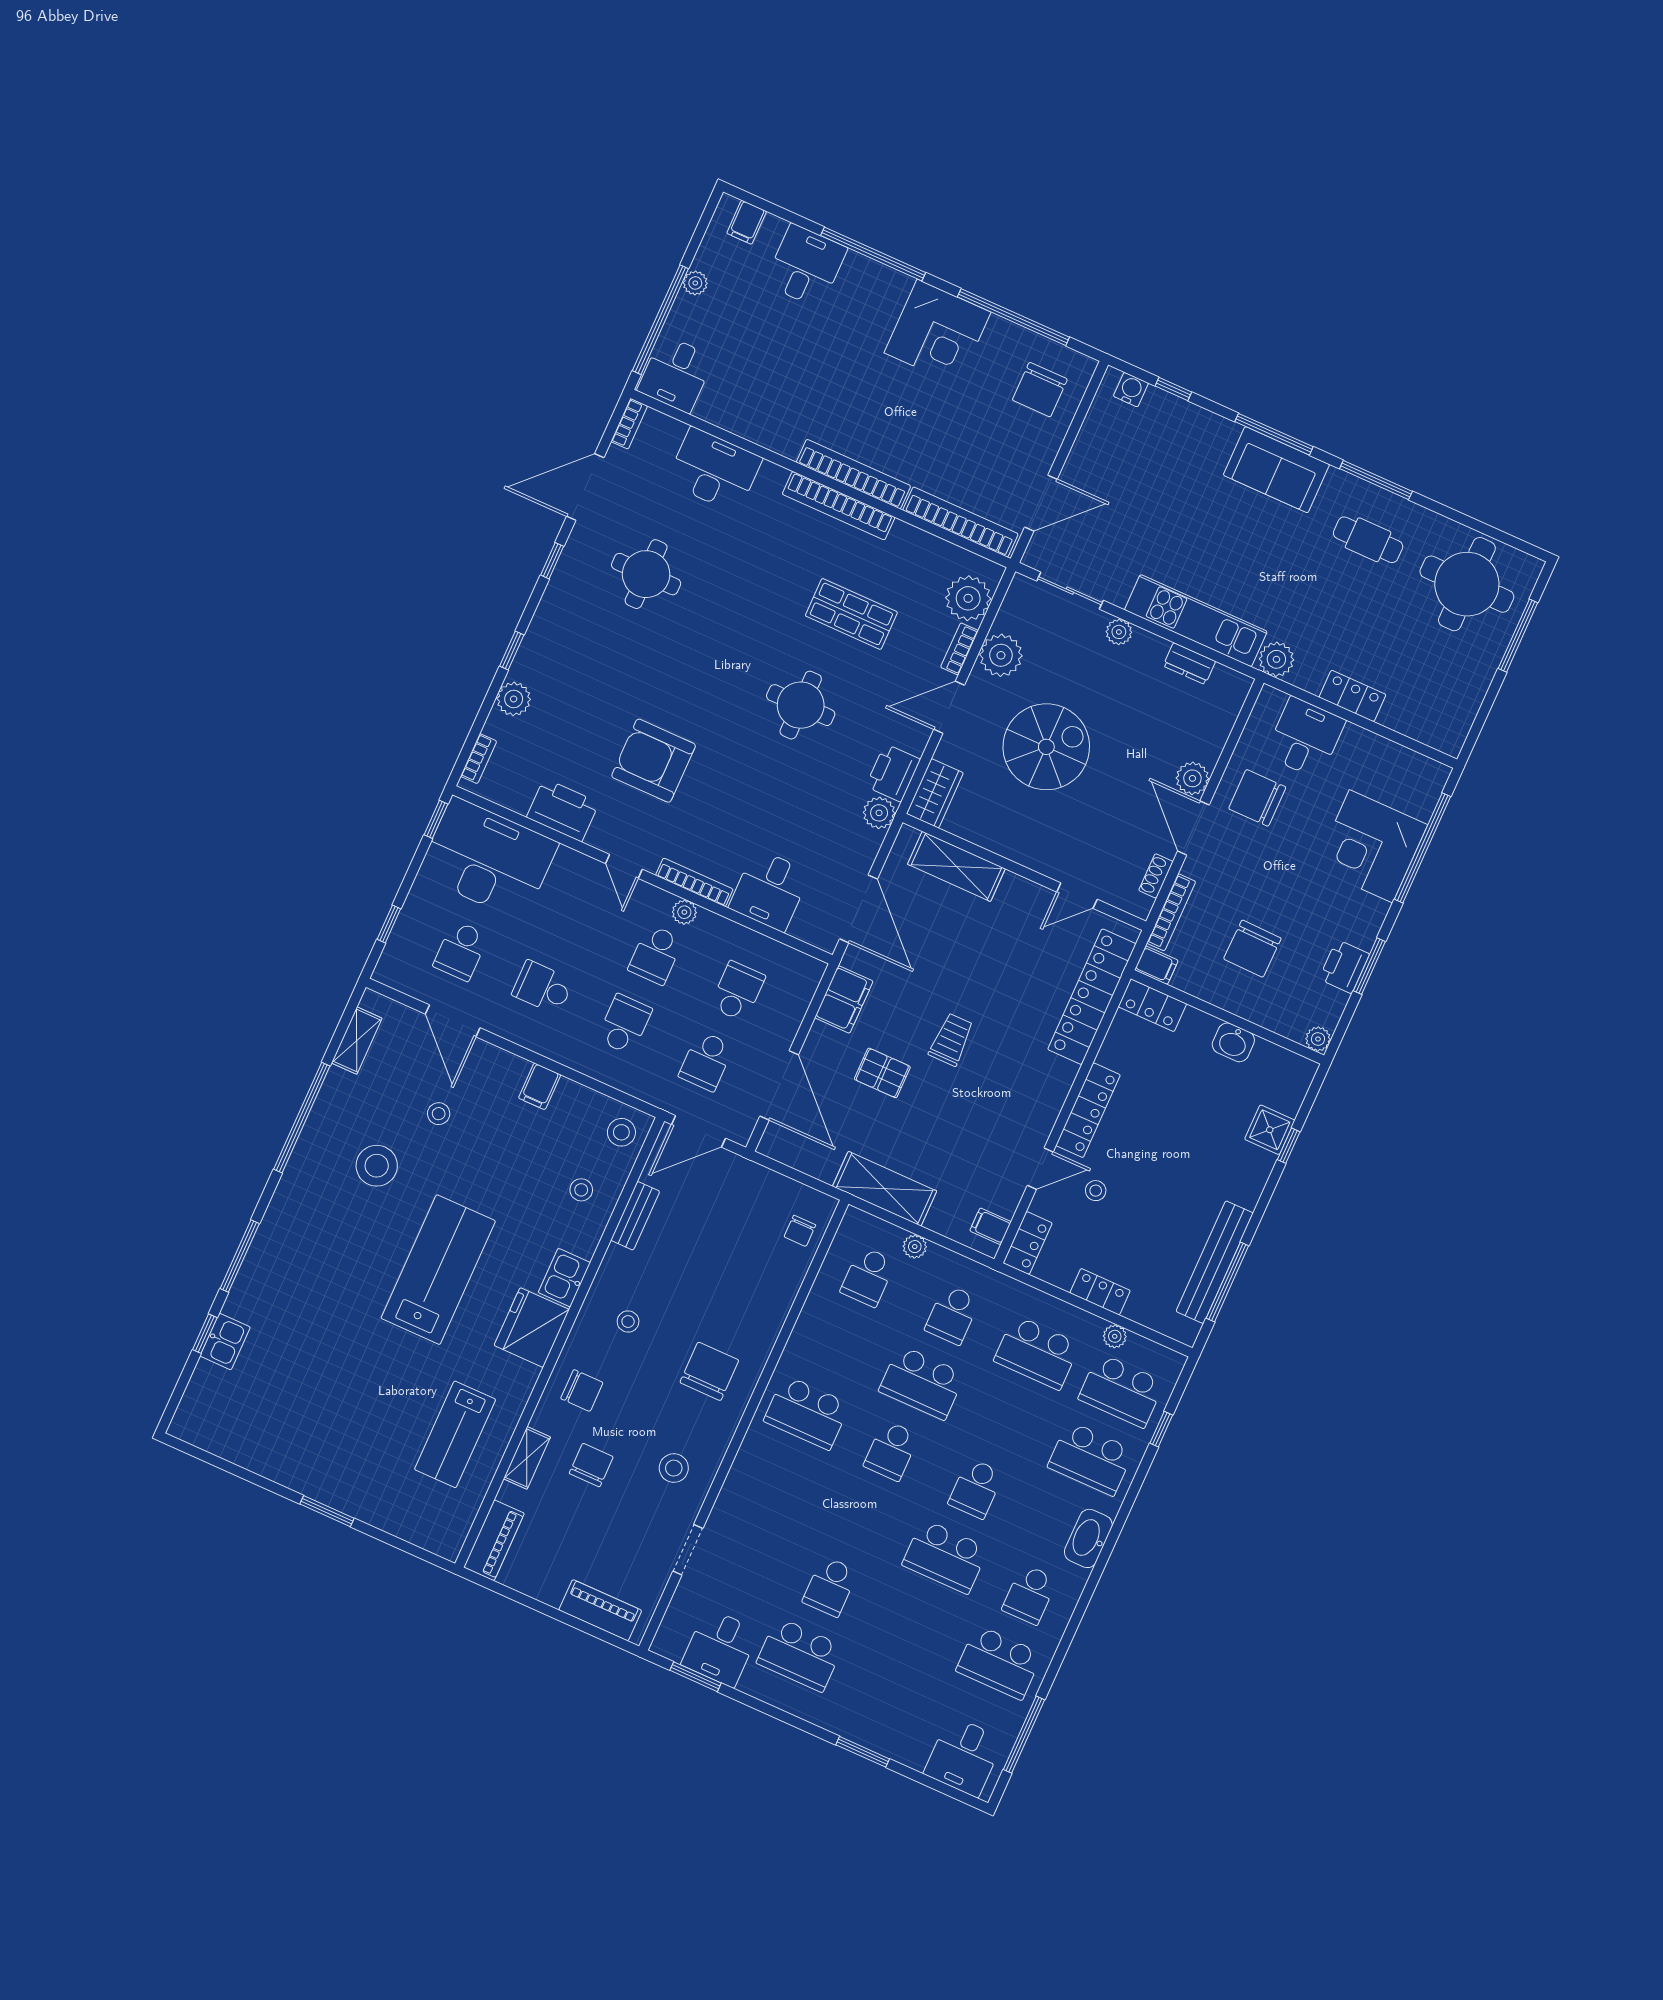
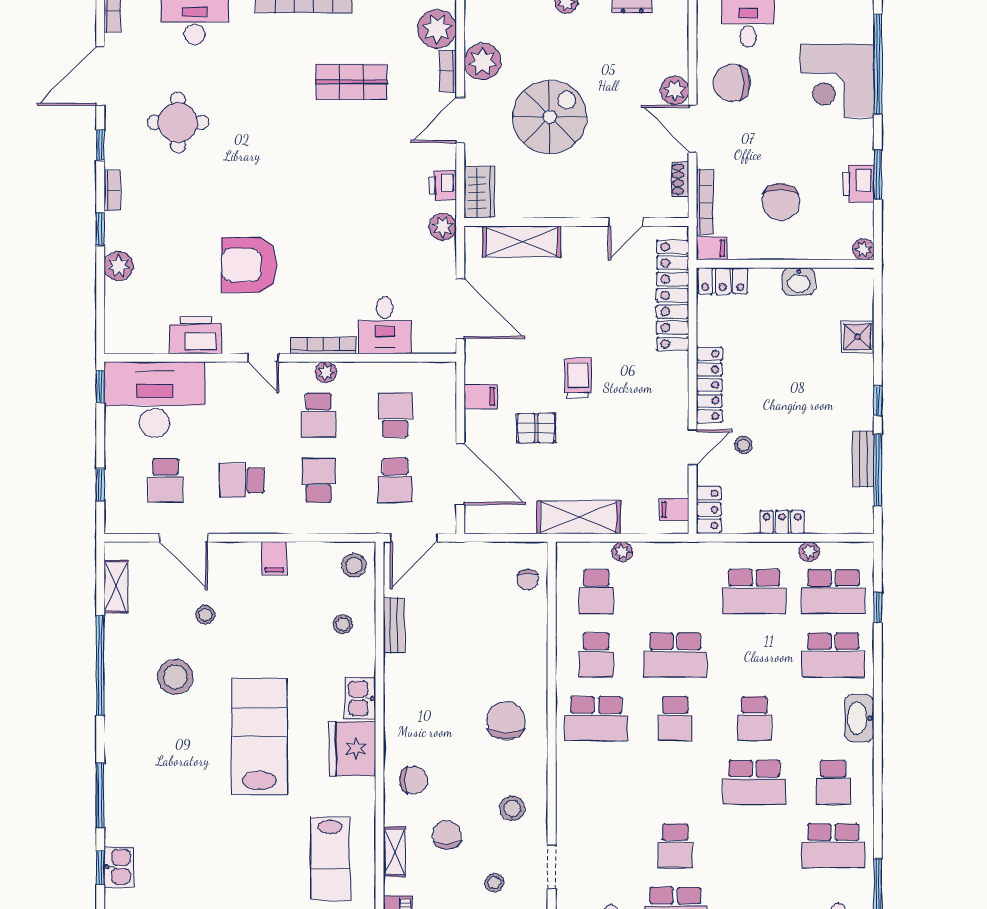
round table: (801, 705) -> (344, 170), removed
bookcase: (479, 759) -> (112, 191), moved
printer: (893, 773) -> (443, 185), width x0.73, depth x0.81
filing cabinet: (844, 999) -> (481, 397), width x0.50
window: (1289, 1146) -> (878, 401), moved
bench: (1215, 1262) -> (863, 459), width x0.54, depth x0.82
school desk: (952, 1315) -> (596, 655), moved
stool: (628, 1321) -> (495, 883), moved

